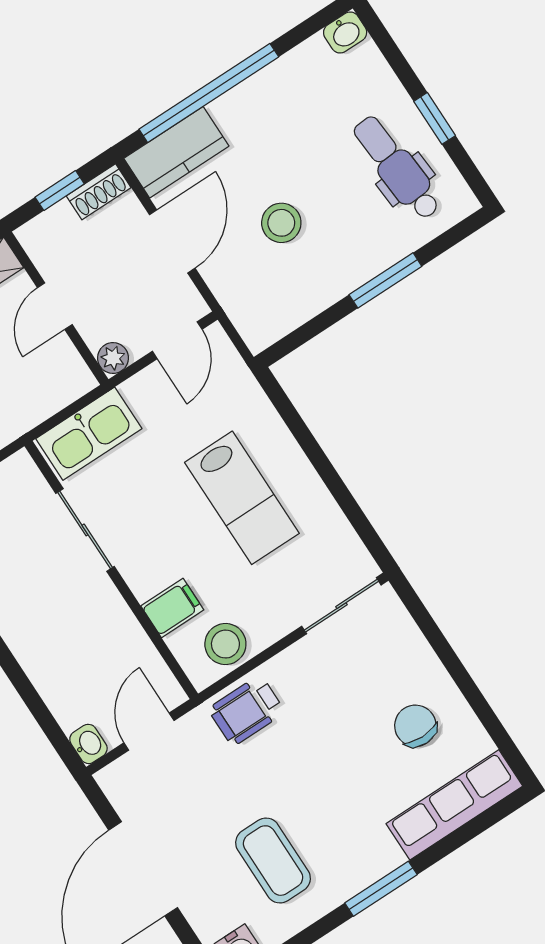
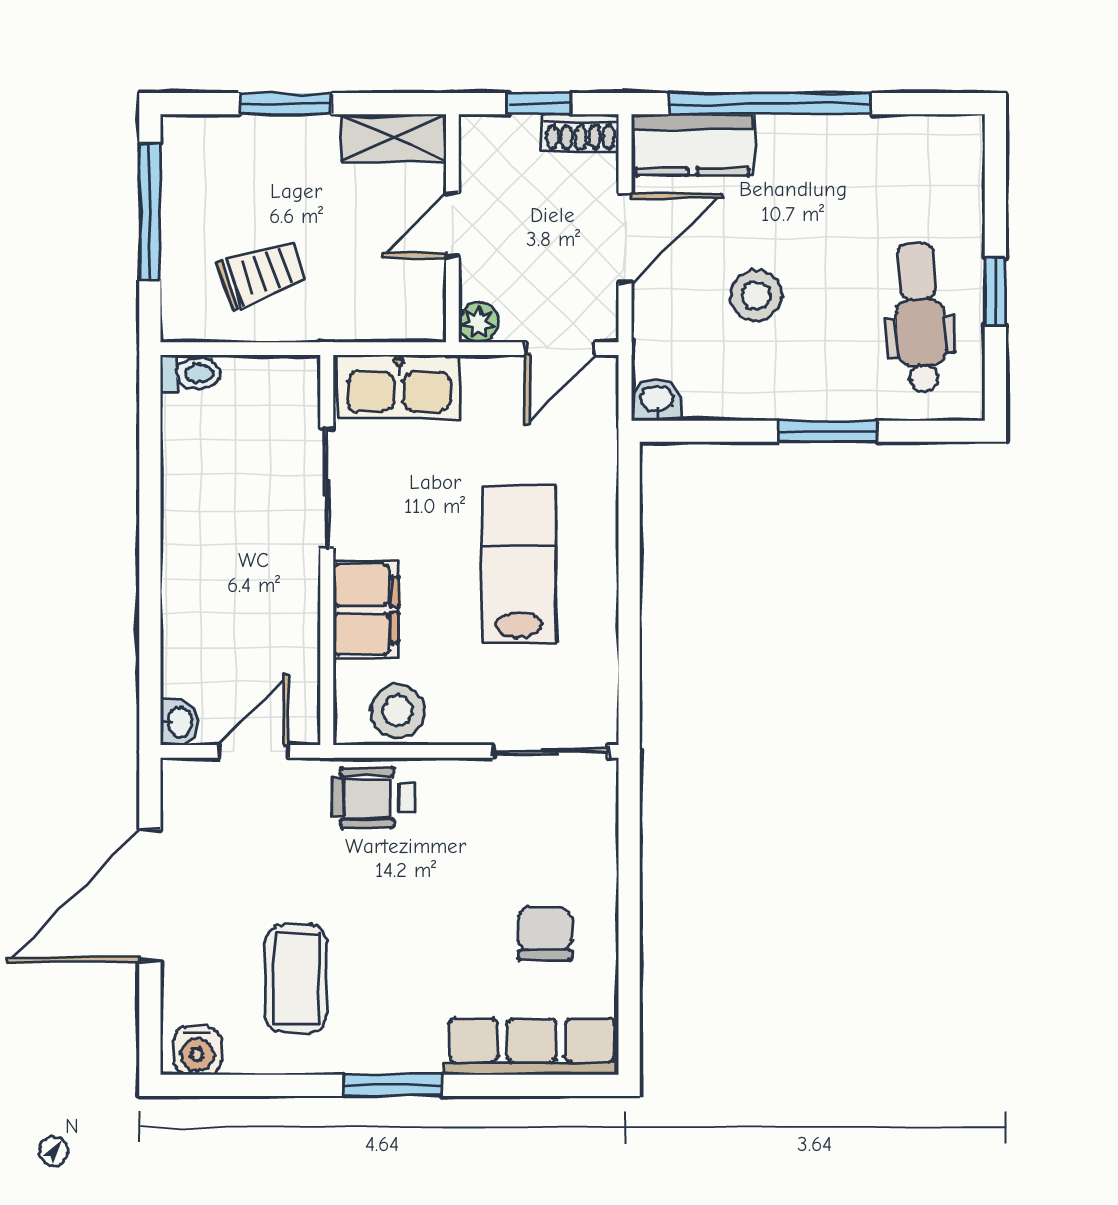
washbasin: (345, 32) -> (657, 400), moved, turned 180
lab bench: (242, 498) -> (519, 565), turned 180
filing cabinet: (172, 608) -> (366, 610), width x2.00

